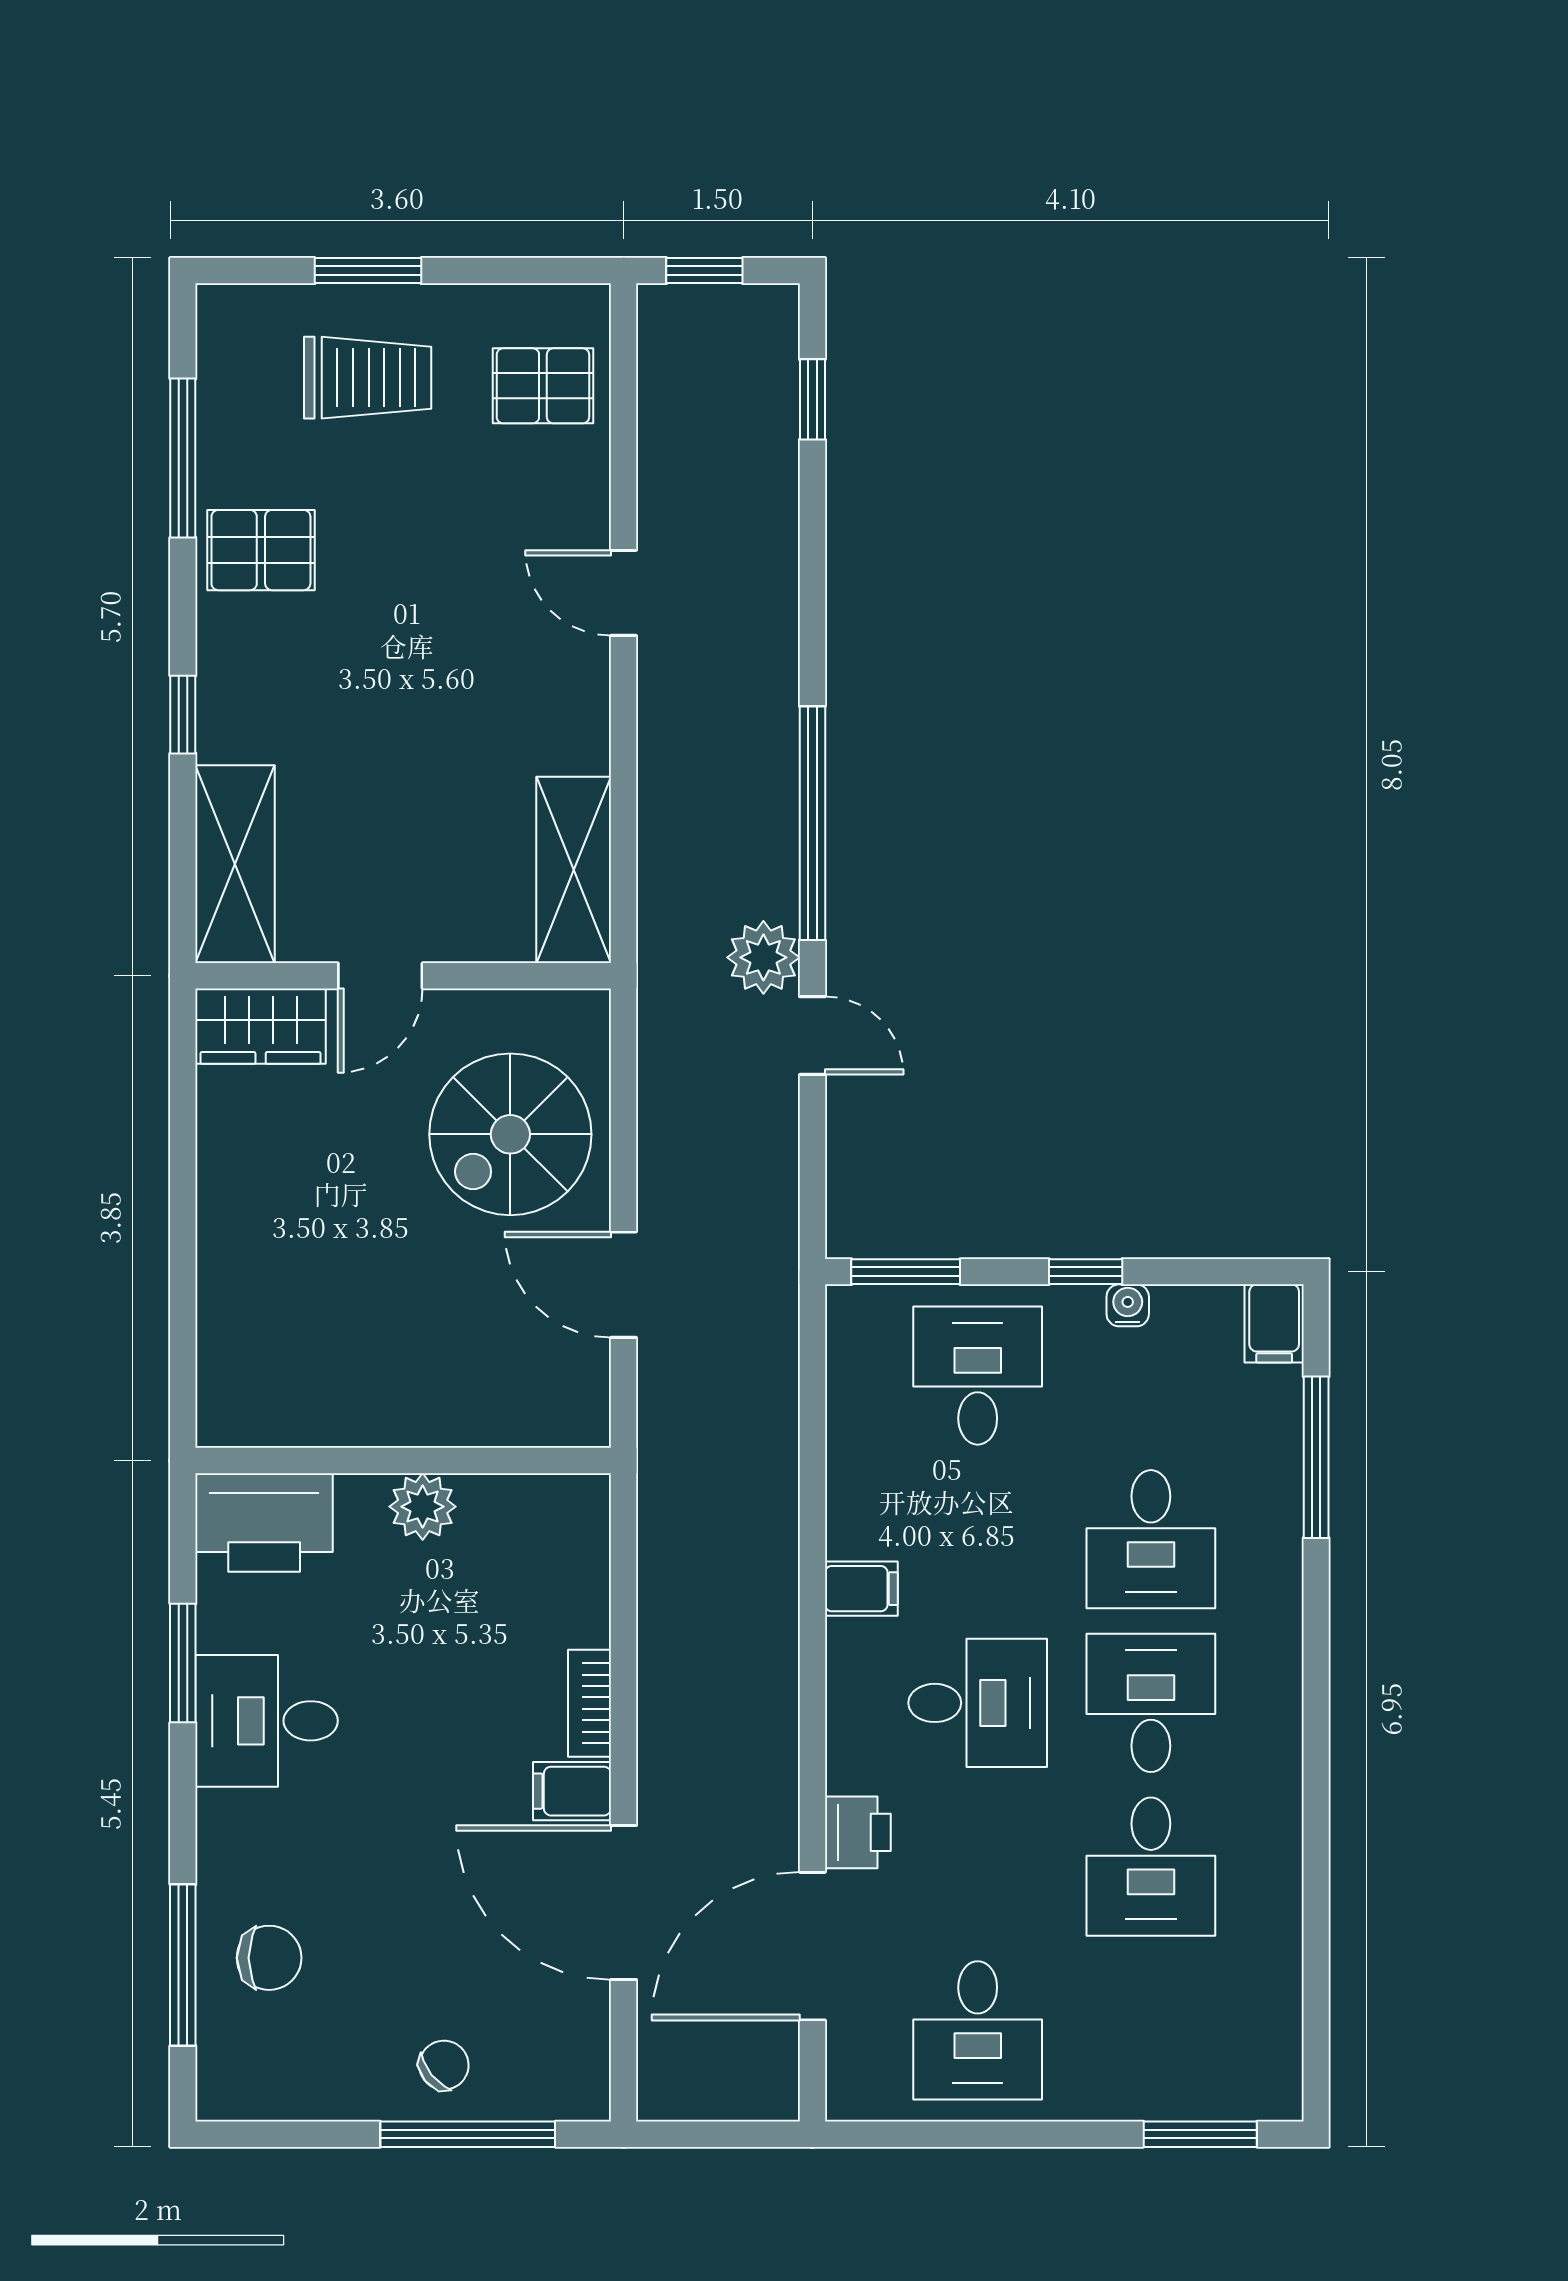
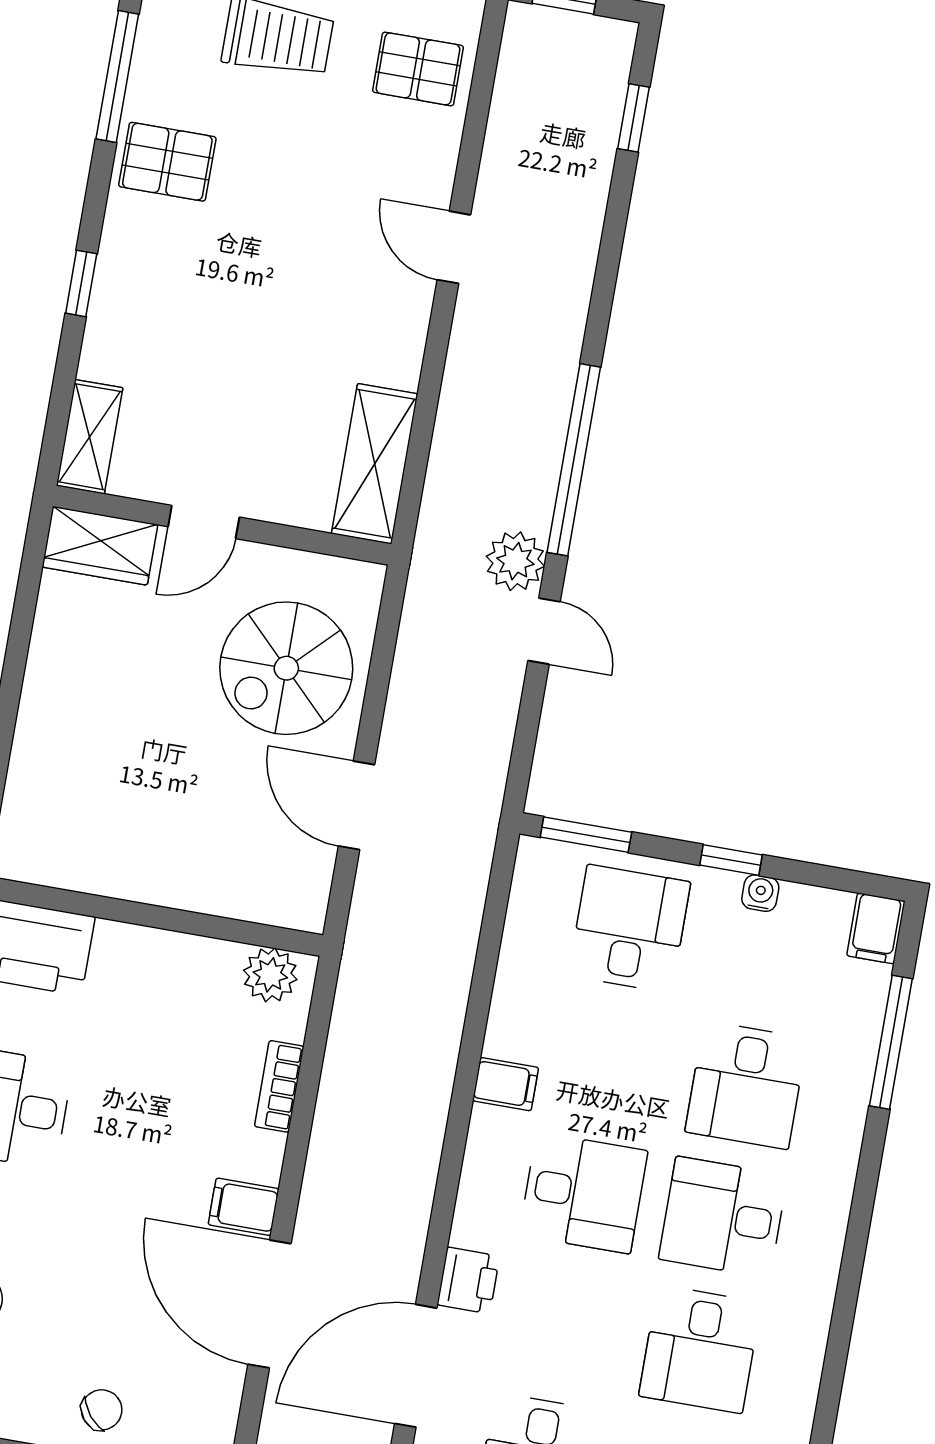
shelving: (235, 864) -> (90, 437), width x0.67, depth x0.75
plant: (423, 1507) -> (270, 975), moved
bookcase: (590, 1703) -> (279, 1086), moved
desk: (1151, 1703) -> (723, 1217), turned -90

